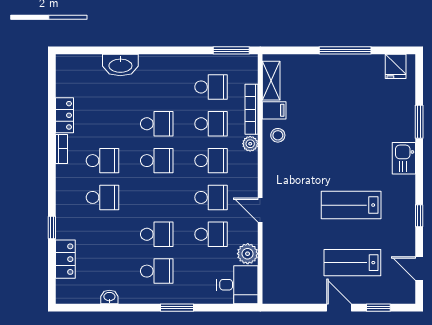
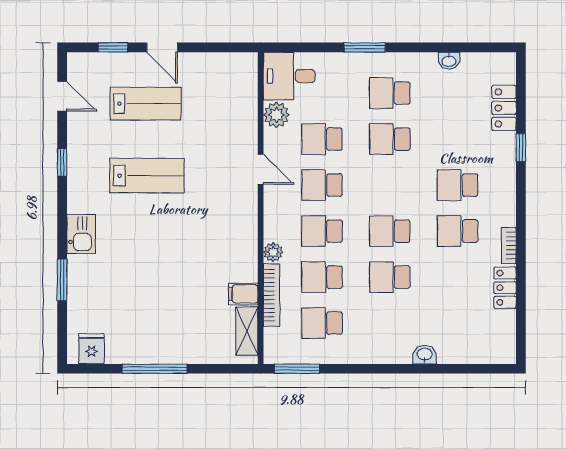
washbasin: (120, 65) -> (425, 355), width x0.52, depth x0.69
stool: (278, 135) -> (239, 263), removed

